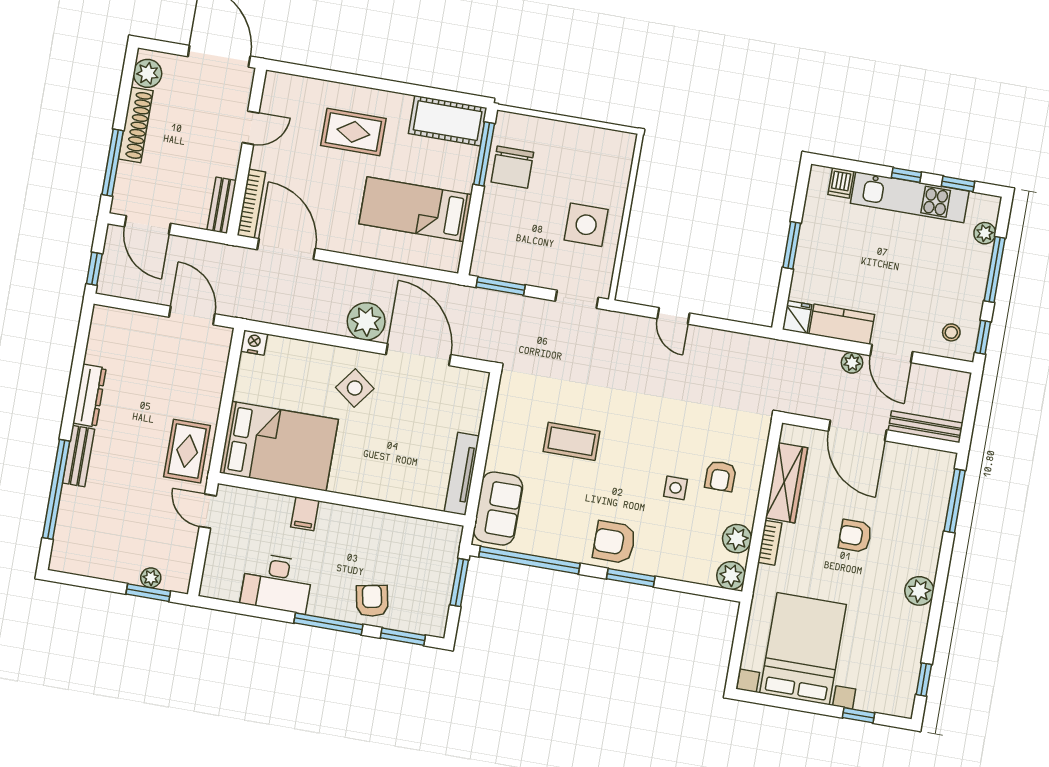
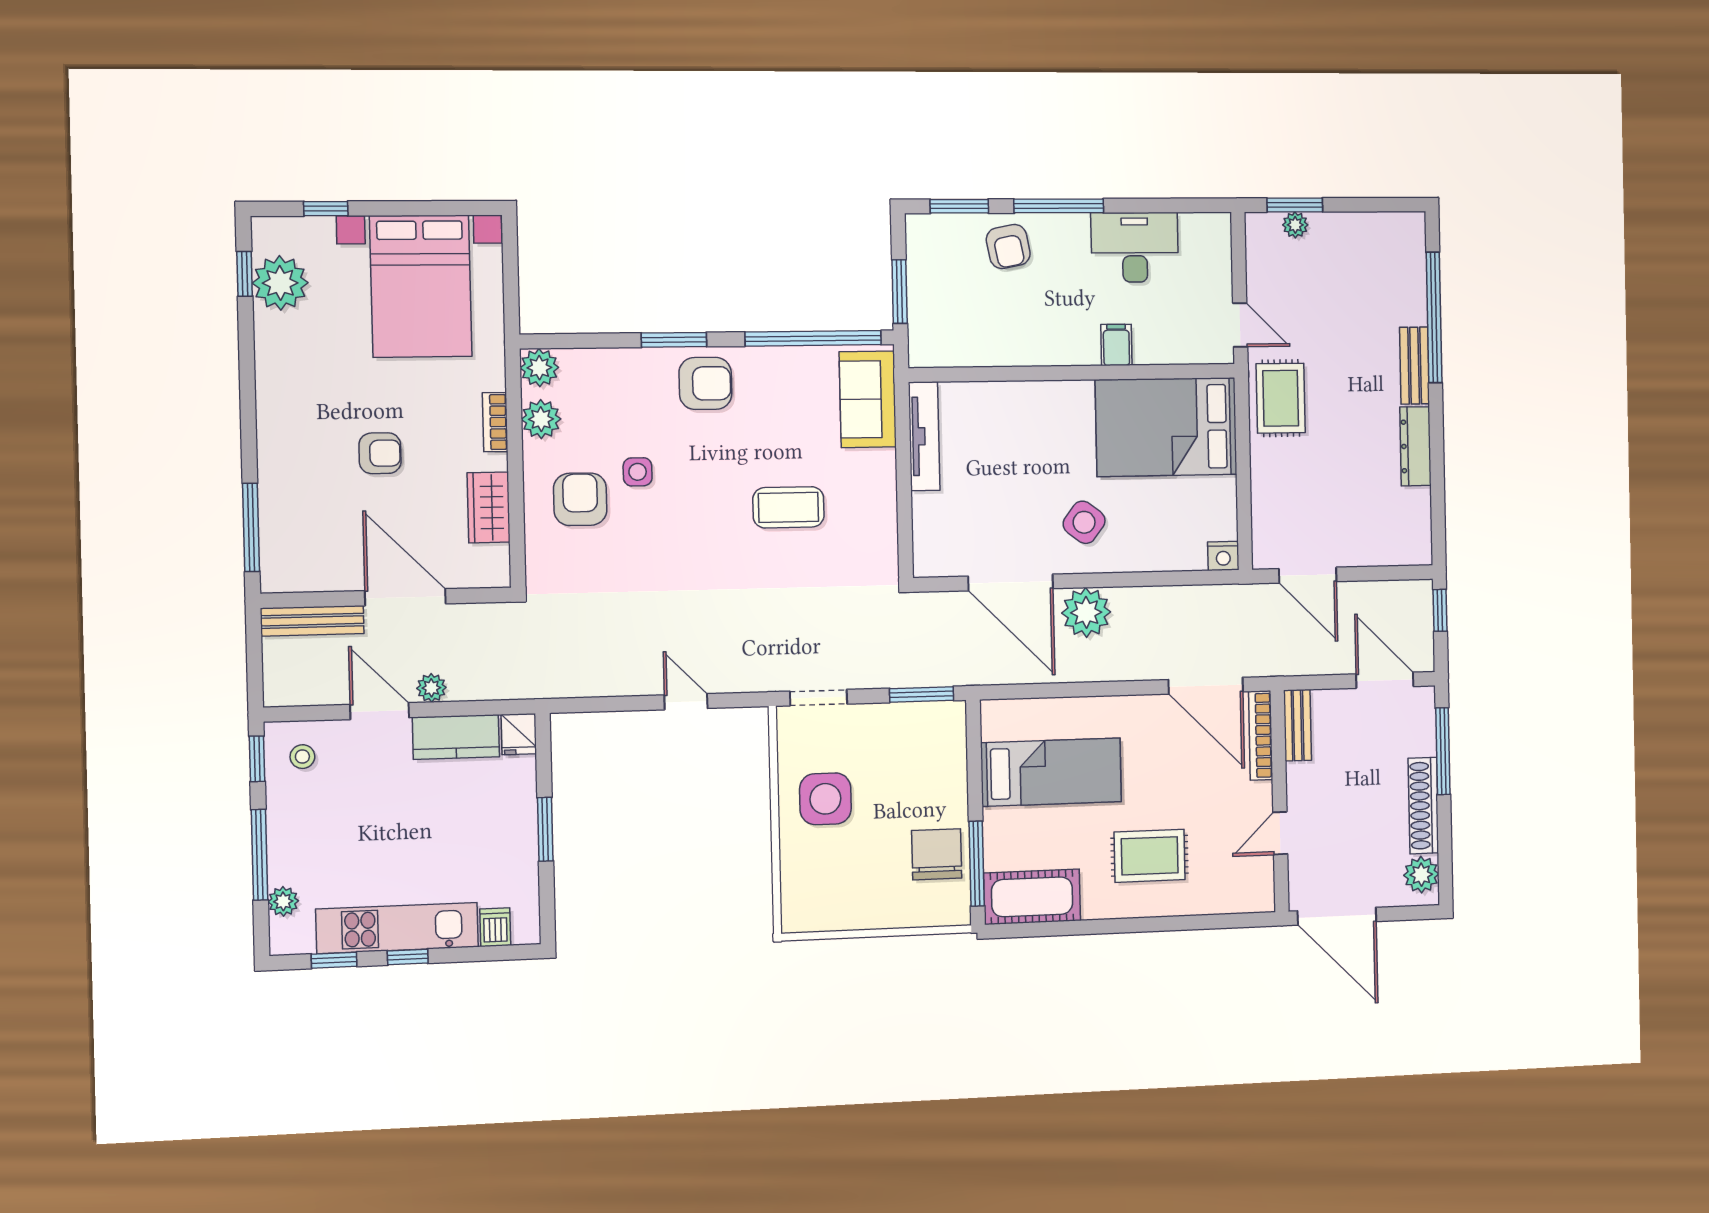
armchair: (720, 476) -> (580, 499), width x1.38, depth x1.38
wardrobe: (786, 483) -> (489, 507), width x0.67
plant: (919, 591) -> (280, 283), moved, width x1.36, depth x1.36

